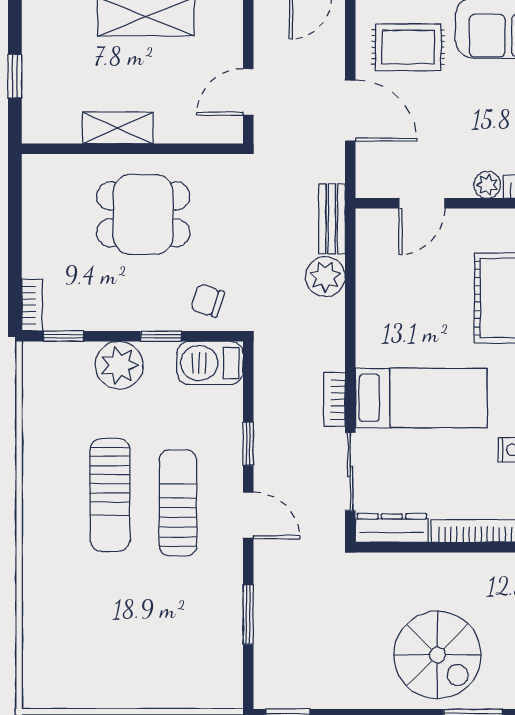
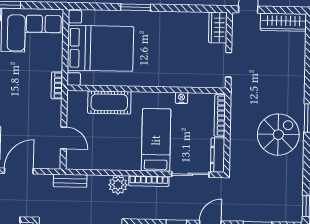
plant: (487, 185) -> (55, 107), removed
plant: (325, 277) -> (118, 185), moved
bookcase: (334, 400) -> (149, 181), width x1.56

